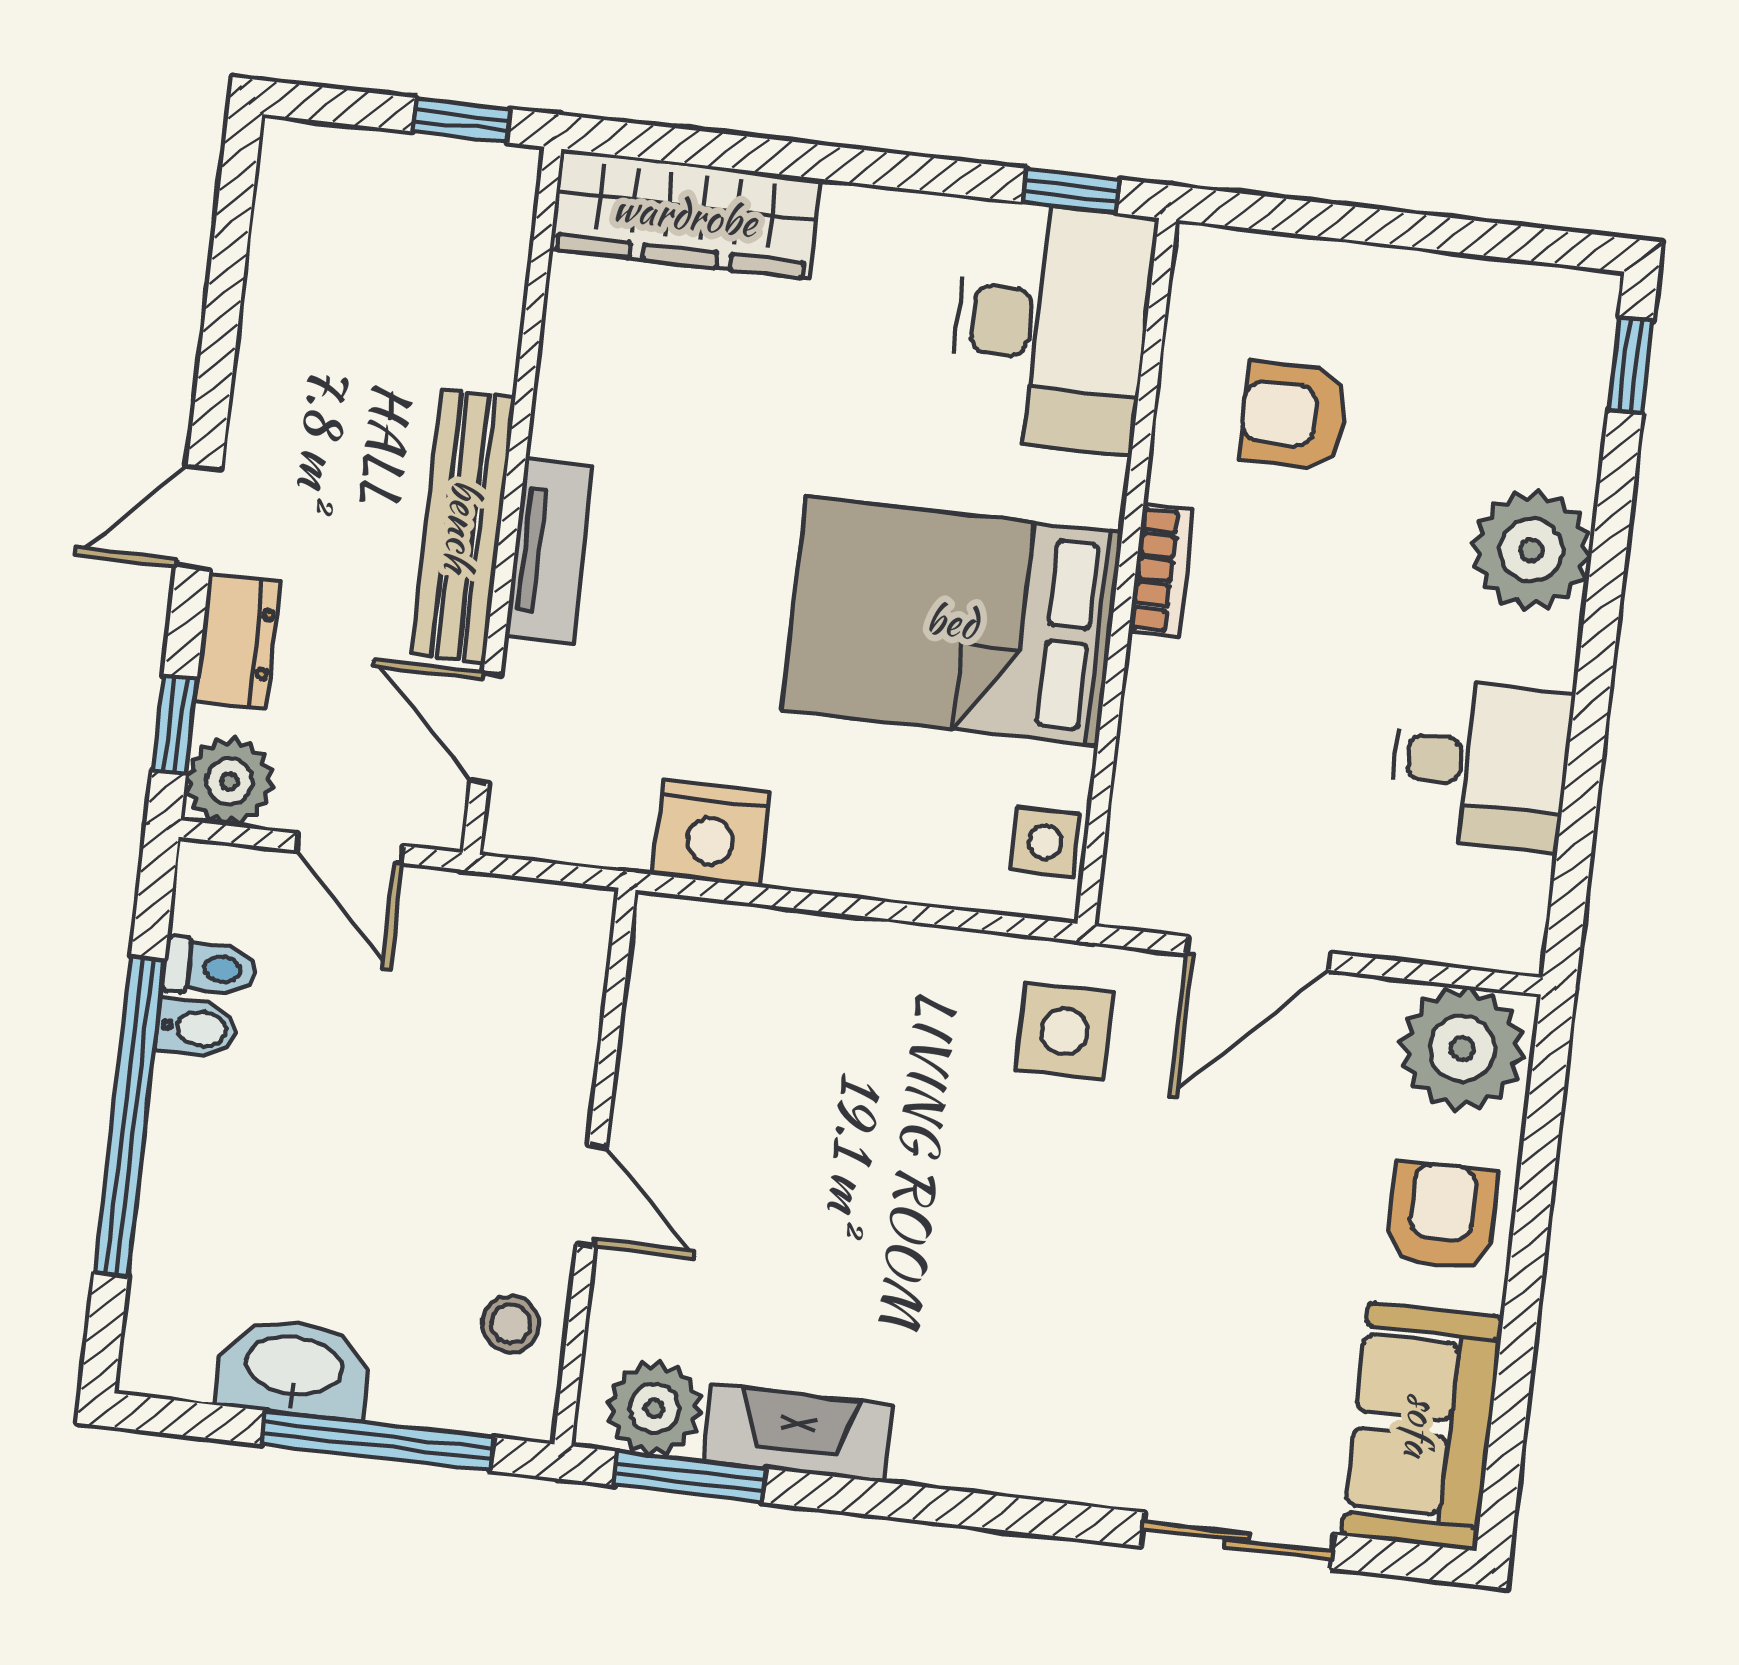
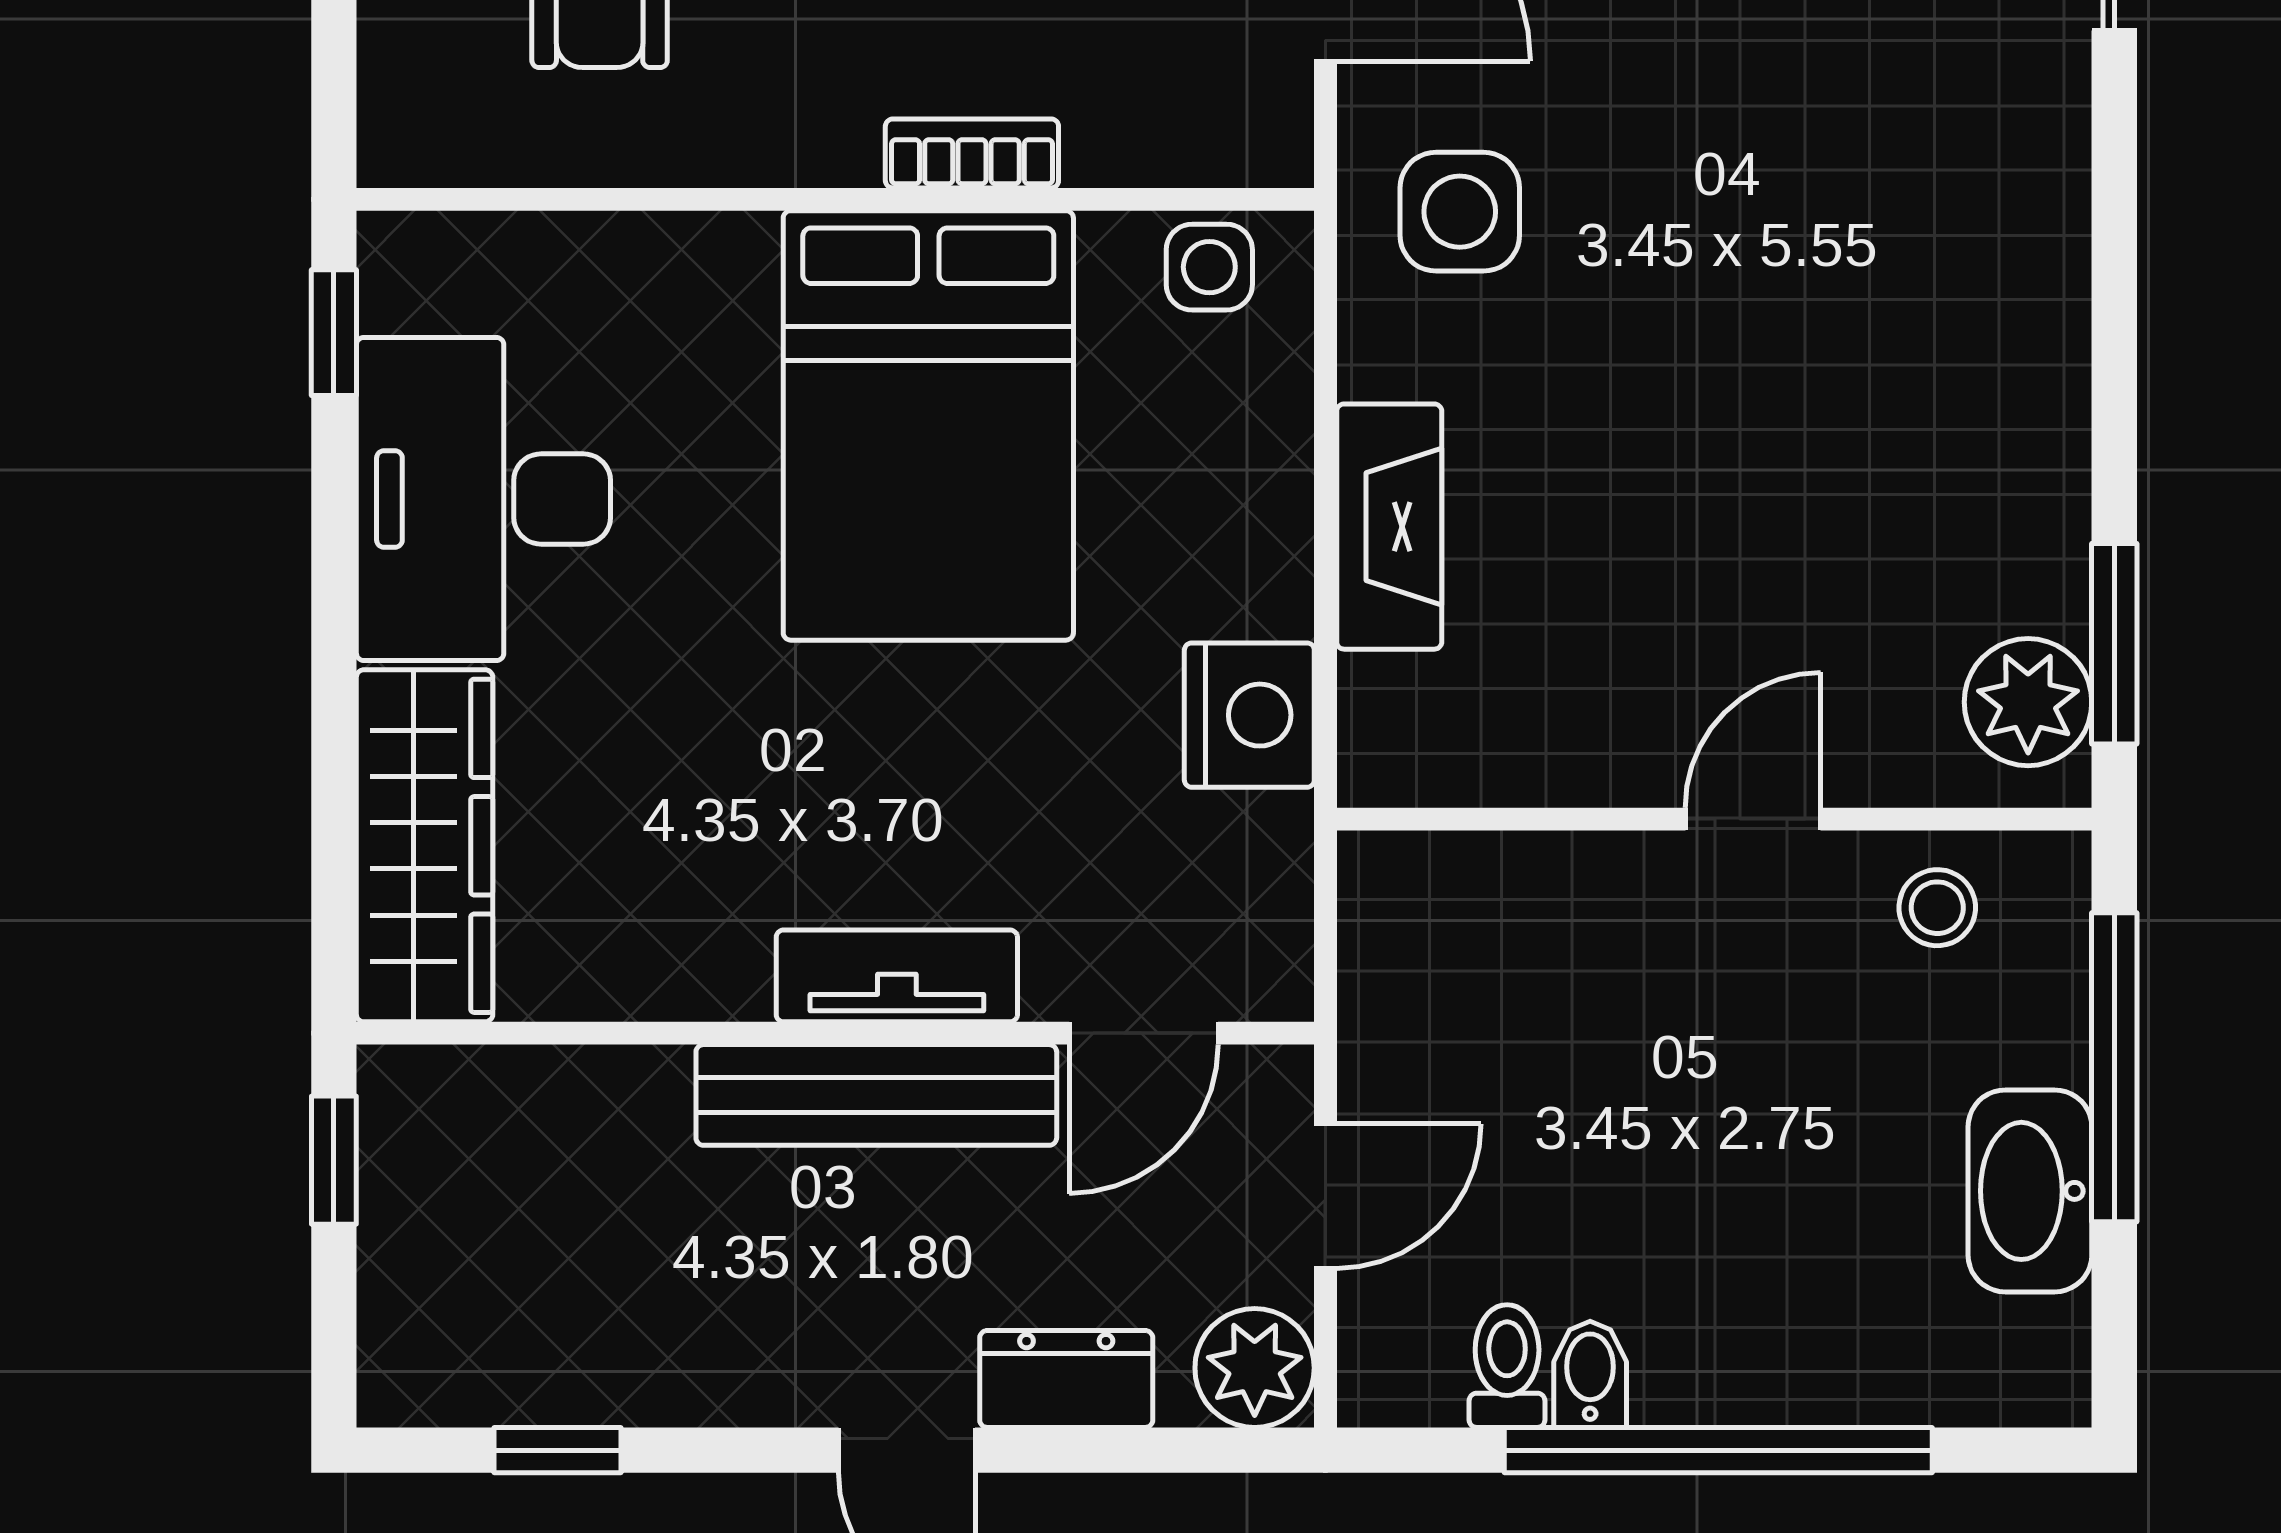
desk: (1052, 326) -> (483, 499), moved, turned -90
bookcase: (1161, 570) -> (972, 153), moved
window: (175, 724) -> (558, 1450), moved
fireplace: (798, 1433) -> (1389, 527), moved, turned 180

